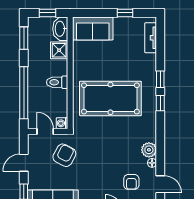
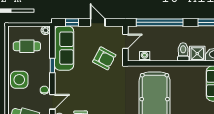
toilet: (57, 82) -> (183, 52), moved
washing machine: (62, 123) -> (145, 56), moved

